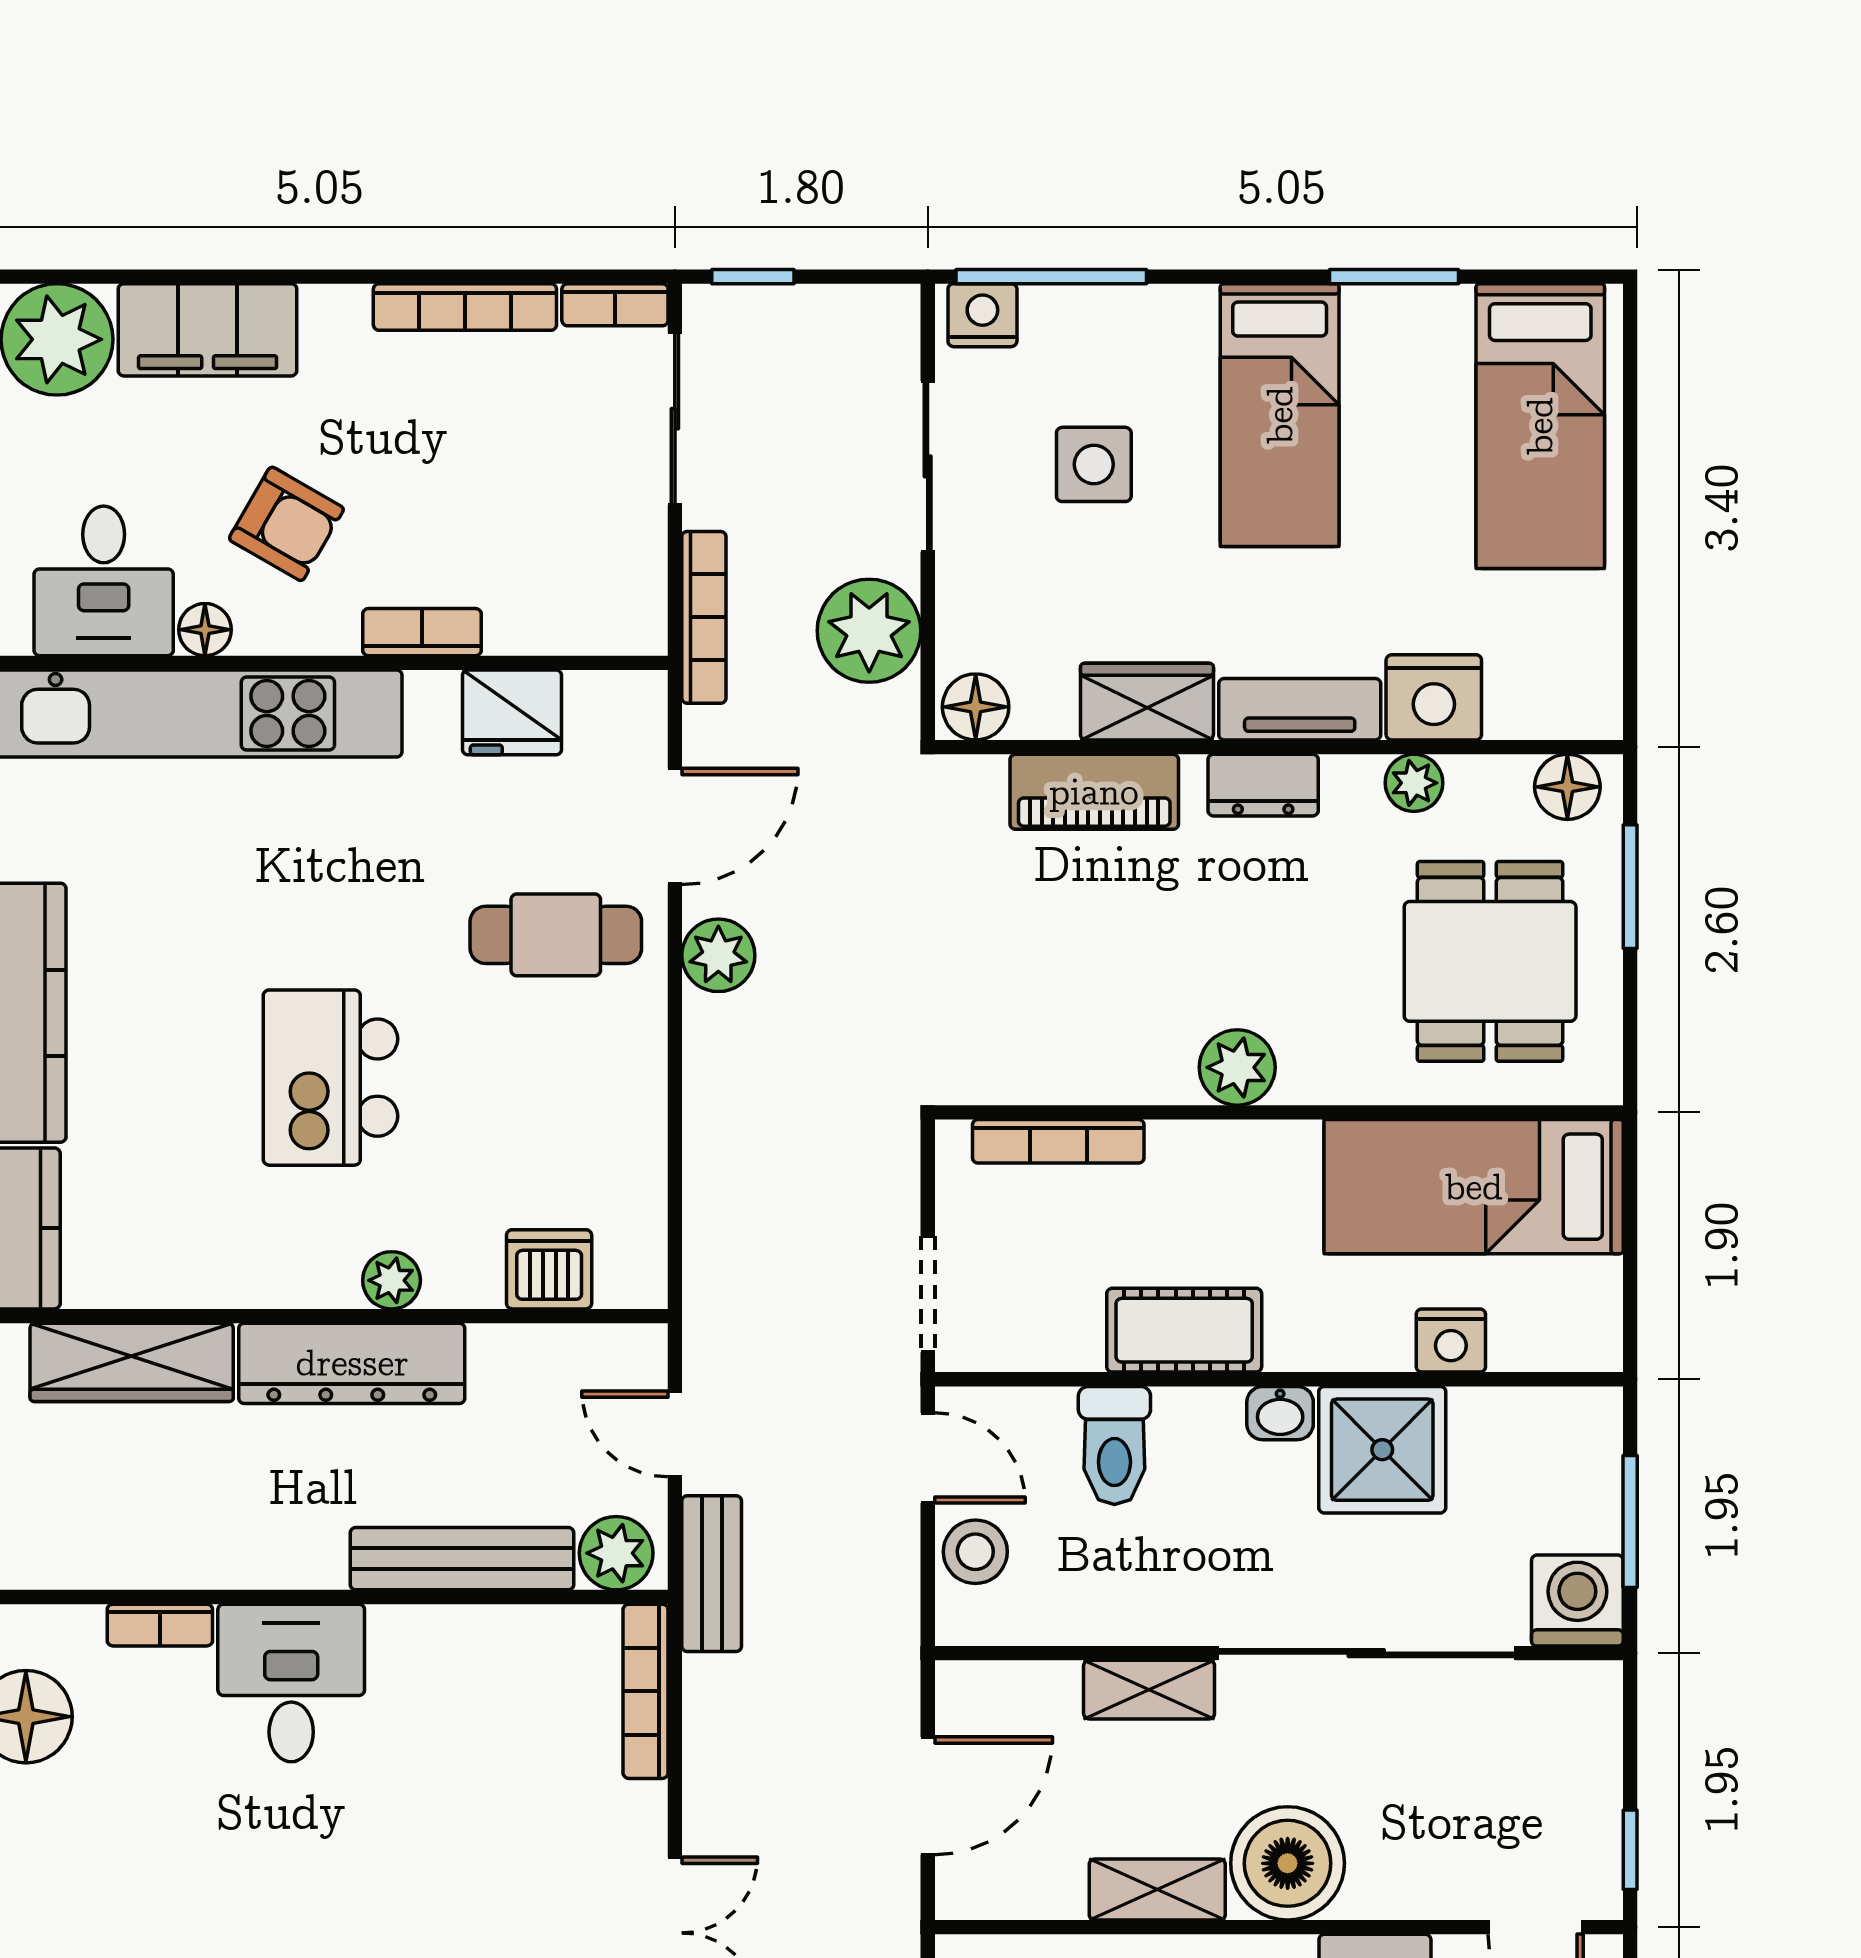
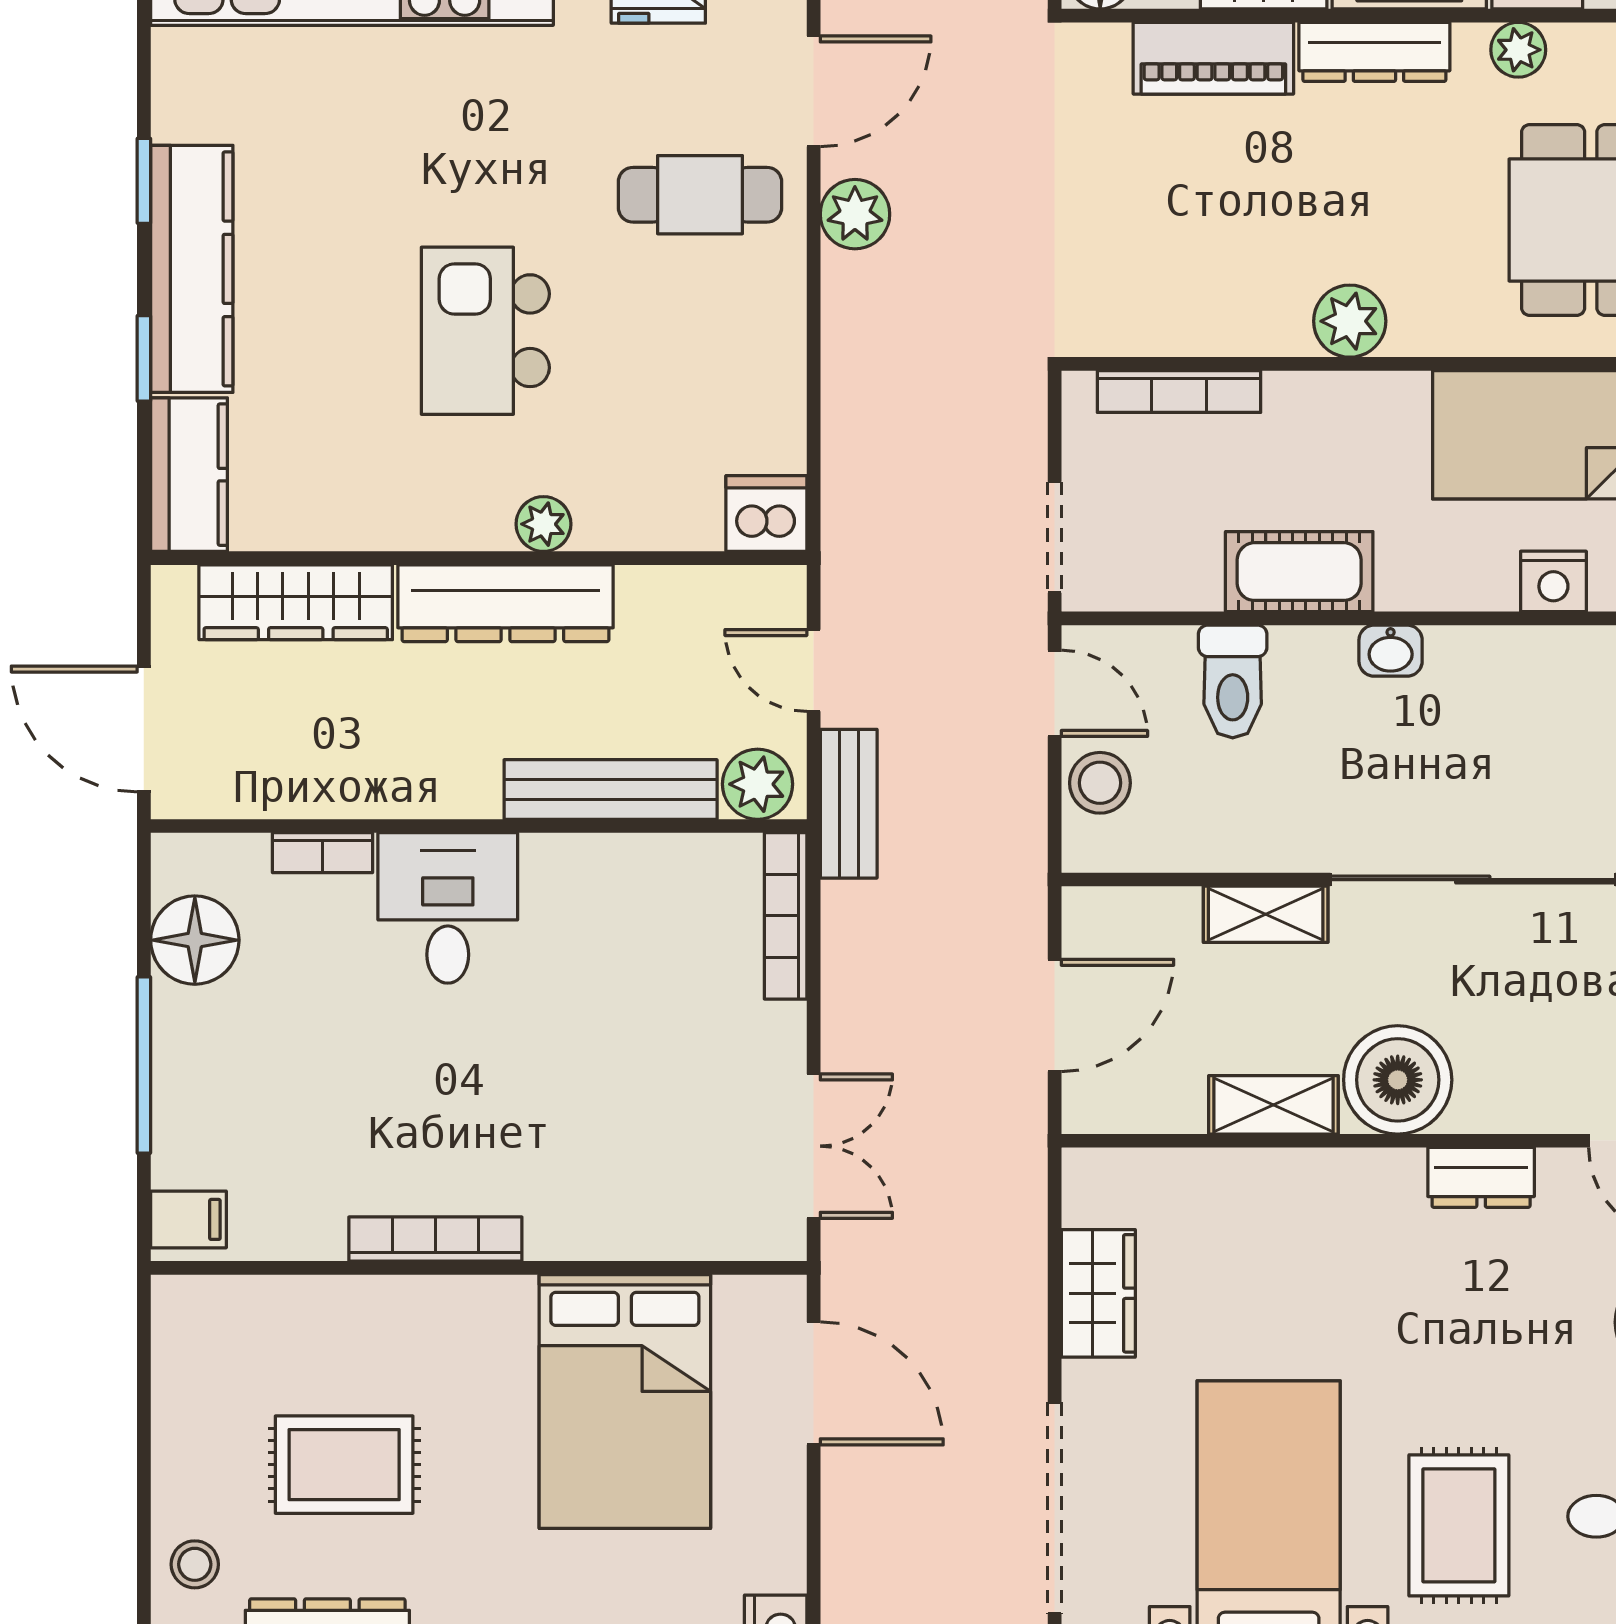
dresser: (1263, 785) -> (1374, 52), width x1.44
dishwasher: (549, 1269) -> (766, 514), moved
shower: (1382, 1450) -> (1488, 686), removed

